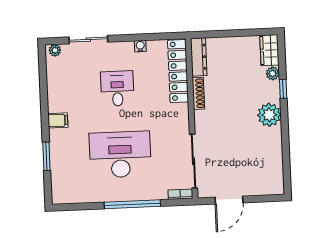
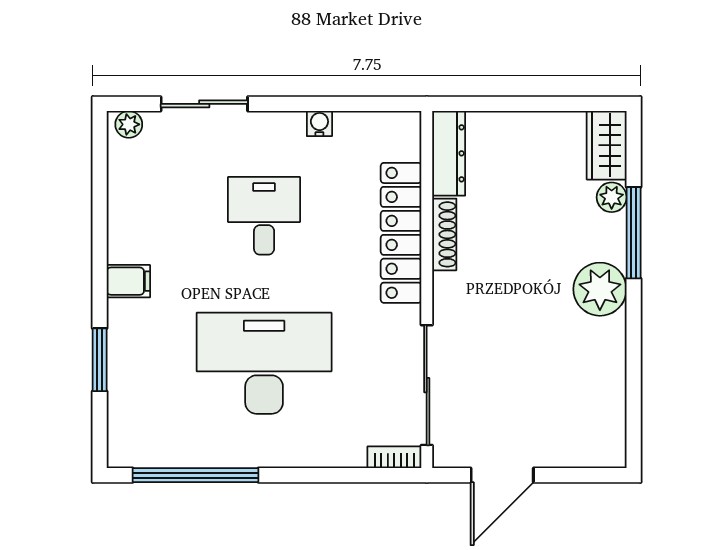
locker: (178, 71) -> (401, 233), moved
window: (283, 89) -> (634, 233), width x2.17
window: (132, 204) -> (196, 475), moved

